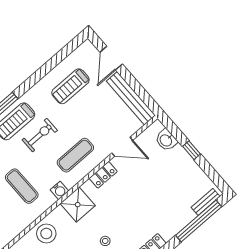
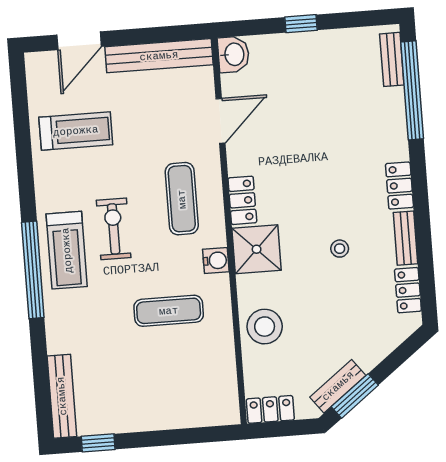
door: (111, 58) -> (79, 41), hinge flipped
treadmill: (70, 86) -> (76, 131), turned -90
washbasin: (166, 140) -> (233, 54), moved, turned -90
locker: (103, 175) -> (242, 200), moved

